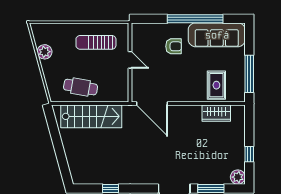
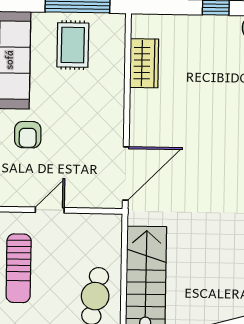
armchair: (174, 46) -> (28, 135), turned 180
rug: (216, 85) -> (73, 45), moved, turned 90

